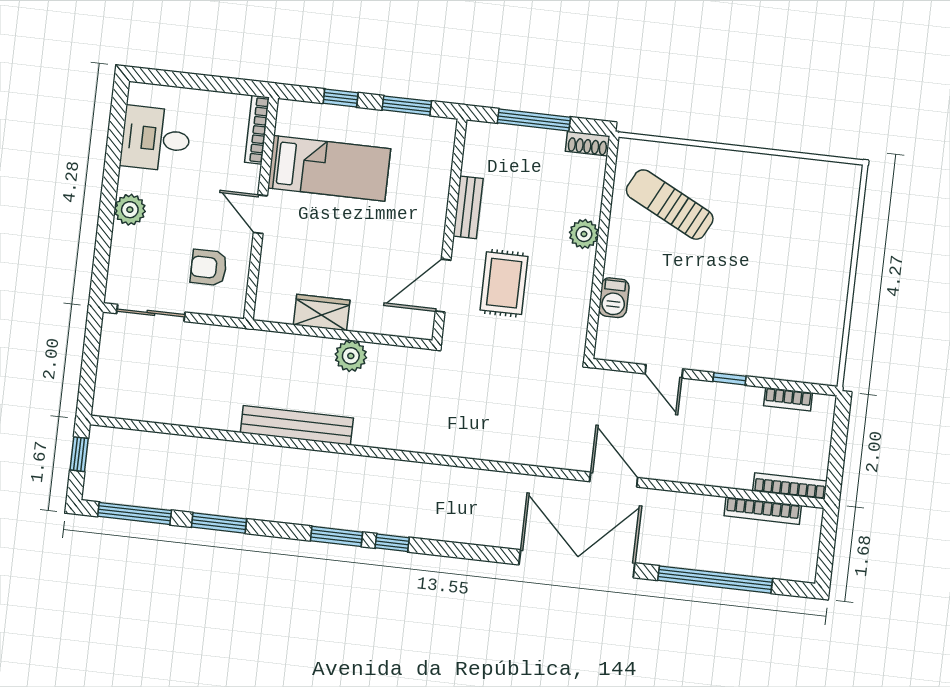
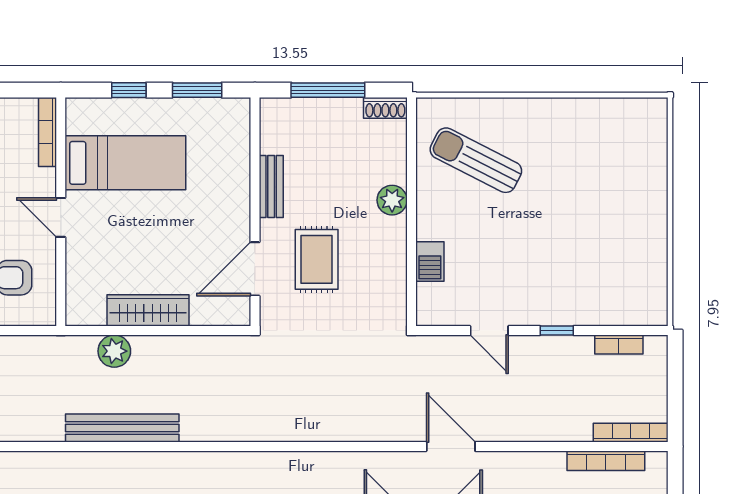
wardrobe: (322, 313) -> (148, 310), width x1.50
plant: (351, 356) -> (114, 351), moved

